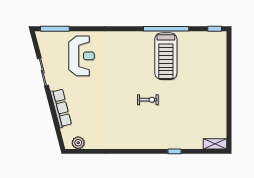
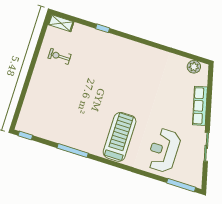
window: (166, 29) -> (73, 151), width x0.68
treadmill: (166, 56) -> (120, 137), moved
exercise bike: (148, 100) -> (59, 56), moved

